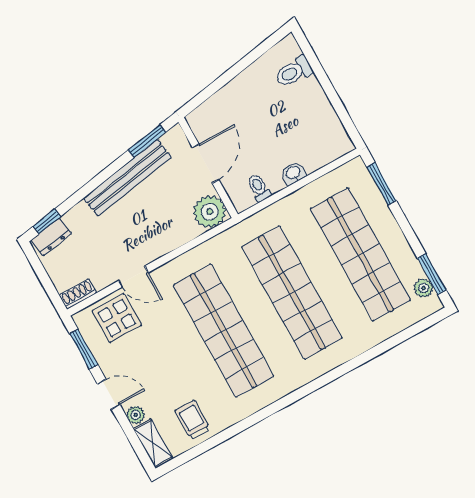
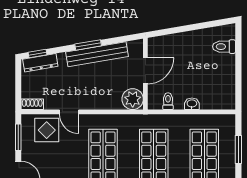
window: (147, 141) -> (88, 45), moved
window: (382, 184) -> (238, 149), moved
dresser: (51, 237) -> (40, 63), width x1.44

